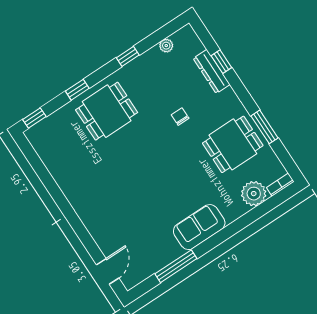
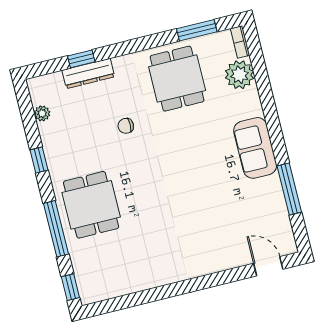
window: (77, 90) -> (56, 229), width x2.17
window: (264, 127) -> (197, 30), moved

